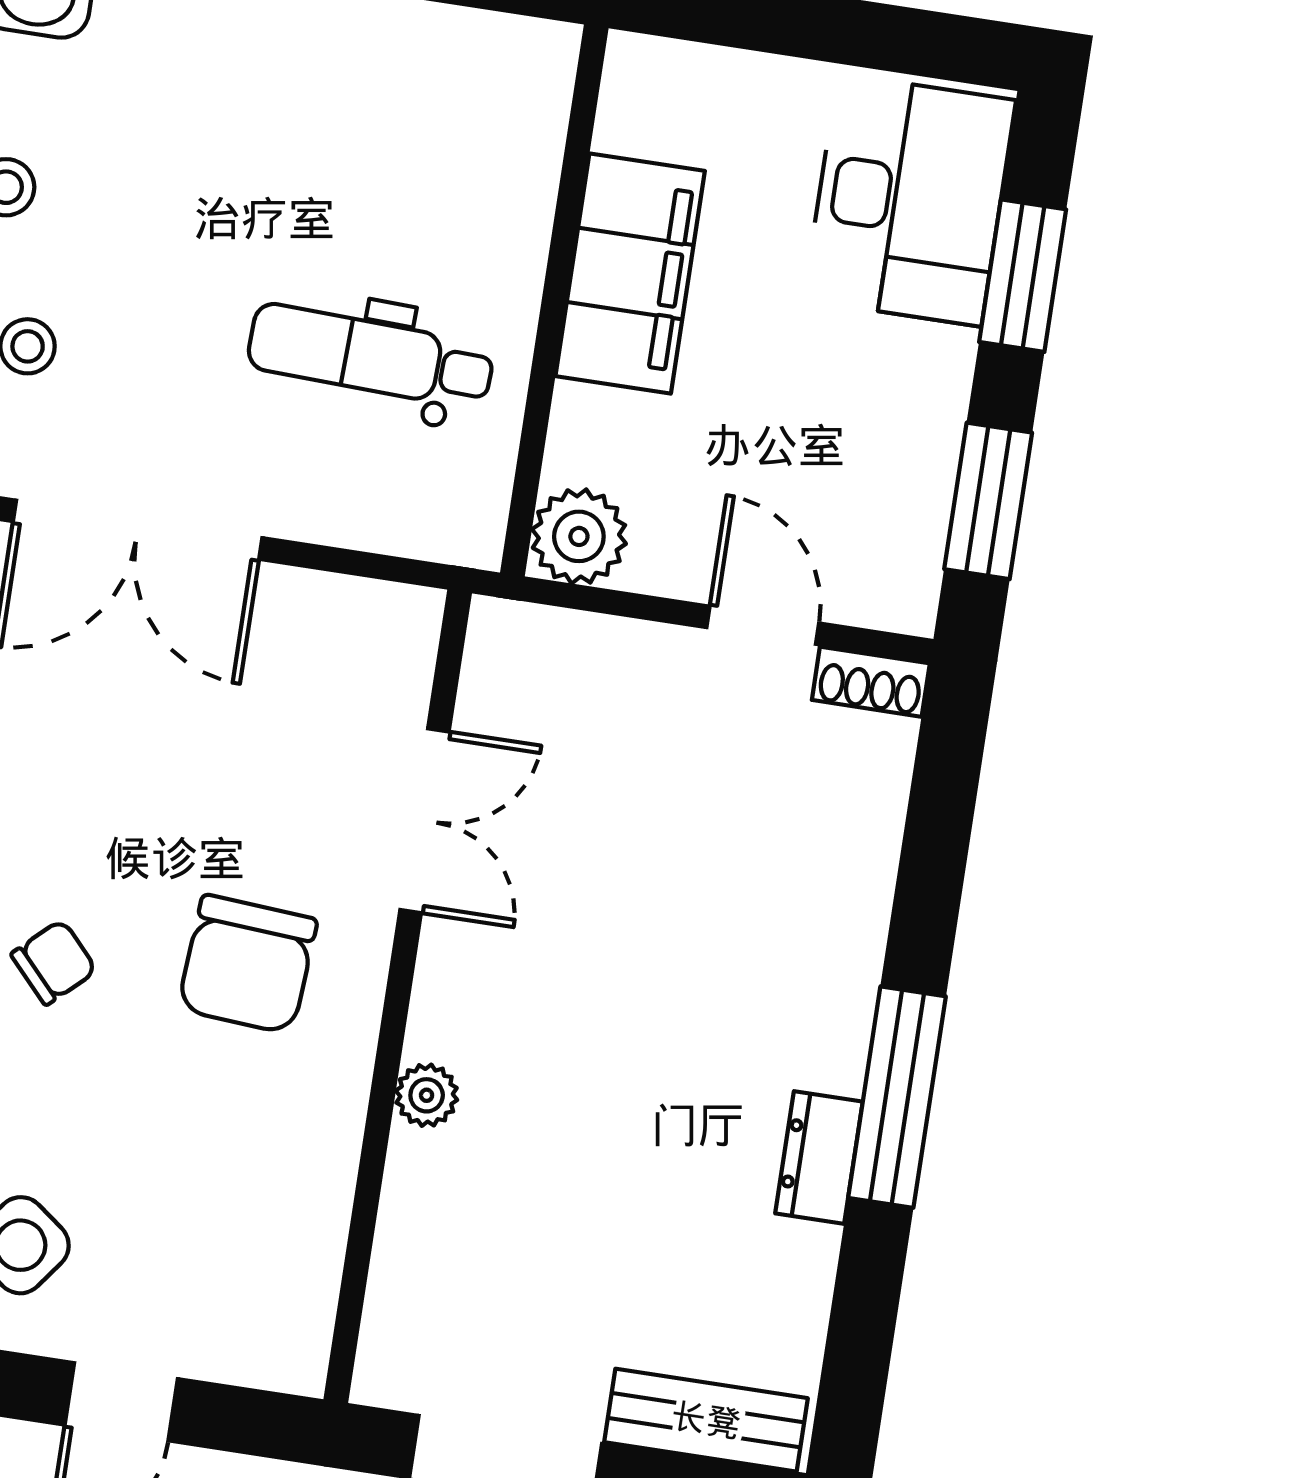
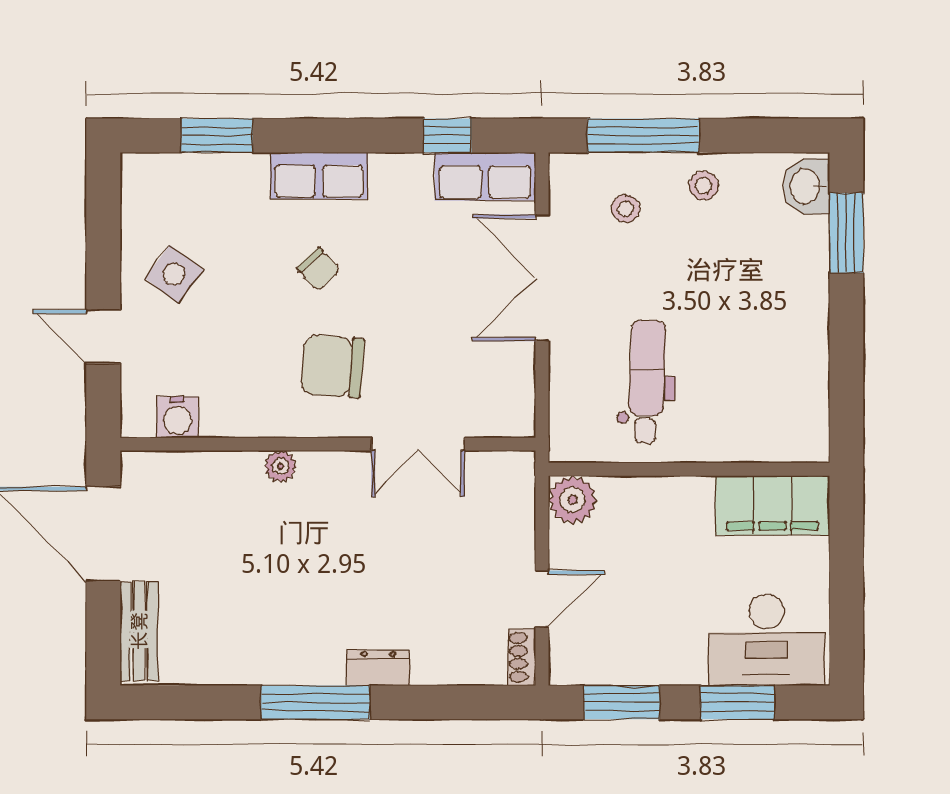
filing cabinet: (630, 273) -> (772, 505), moved
dresser: (819, 1158) -> (378, 668), moved
water cooler: (300, 1281) -> (178, 417), added

